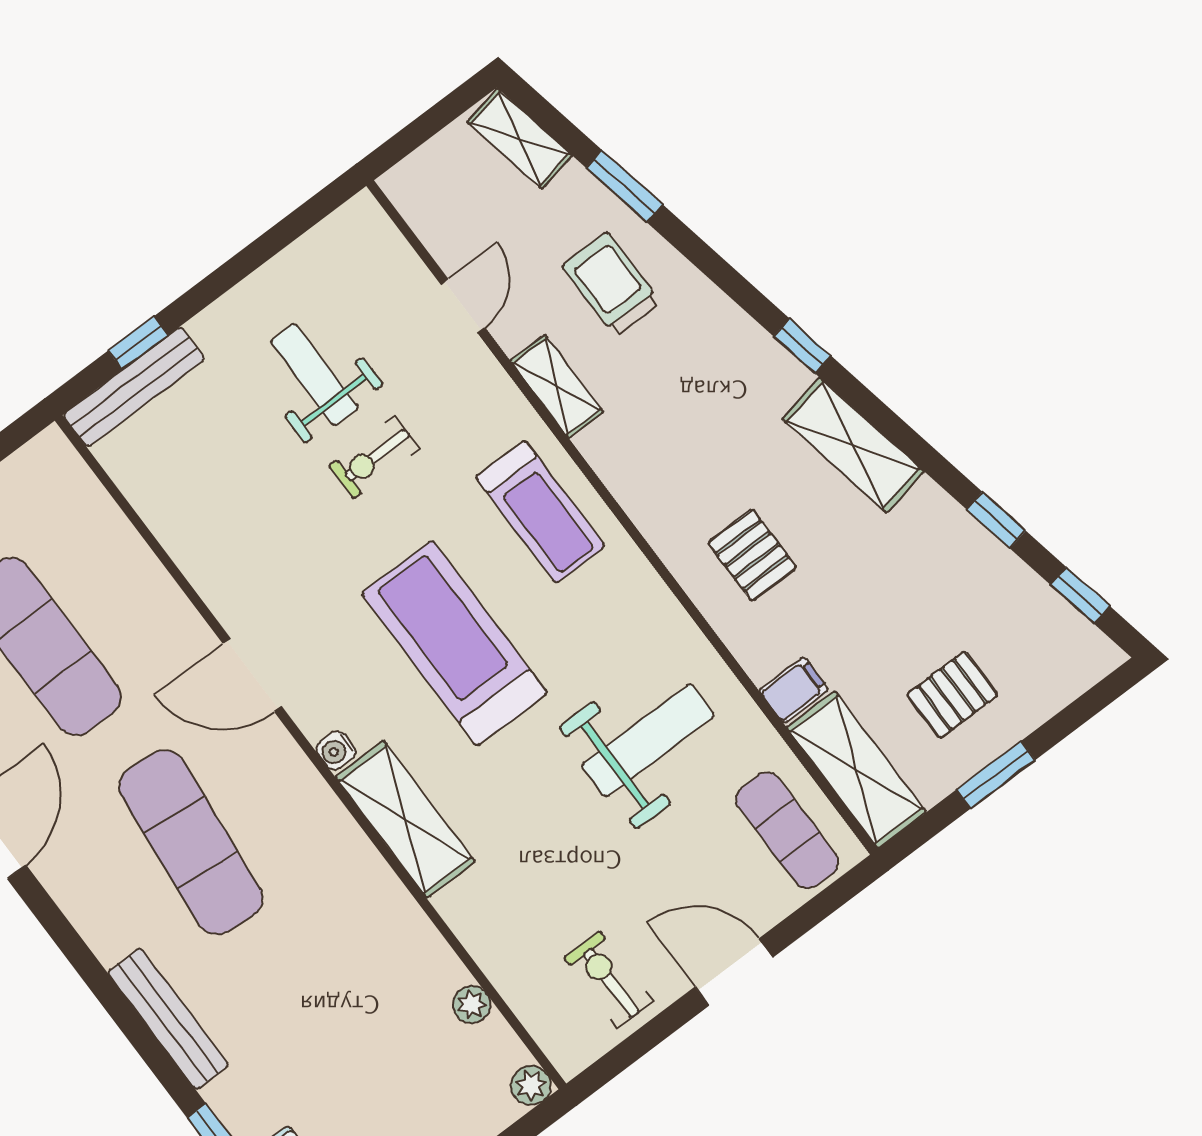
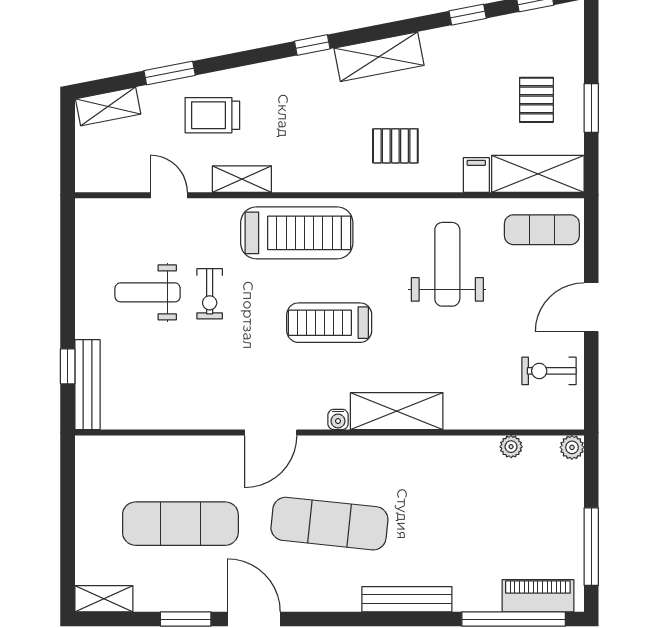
treadmill: (540, 512) -> (297, 233), width x1.37, depth x1.38
treadmill: (454, 643) -> (329, 323), width x0.73, depth x0.73

